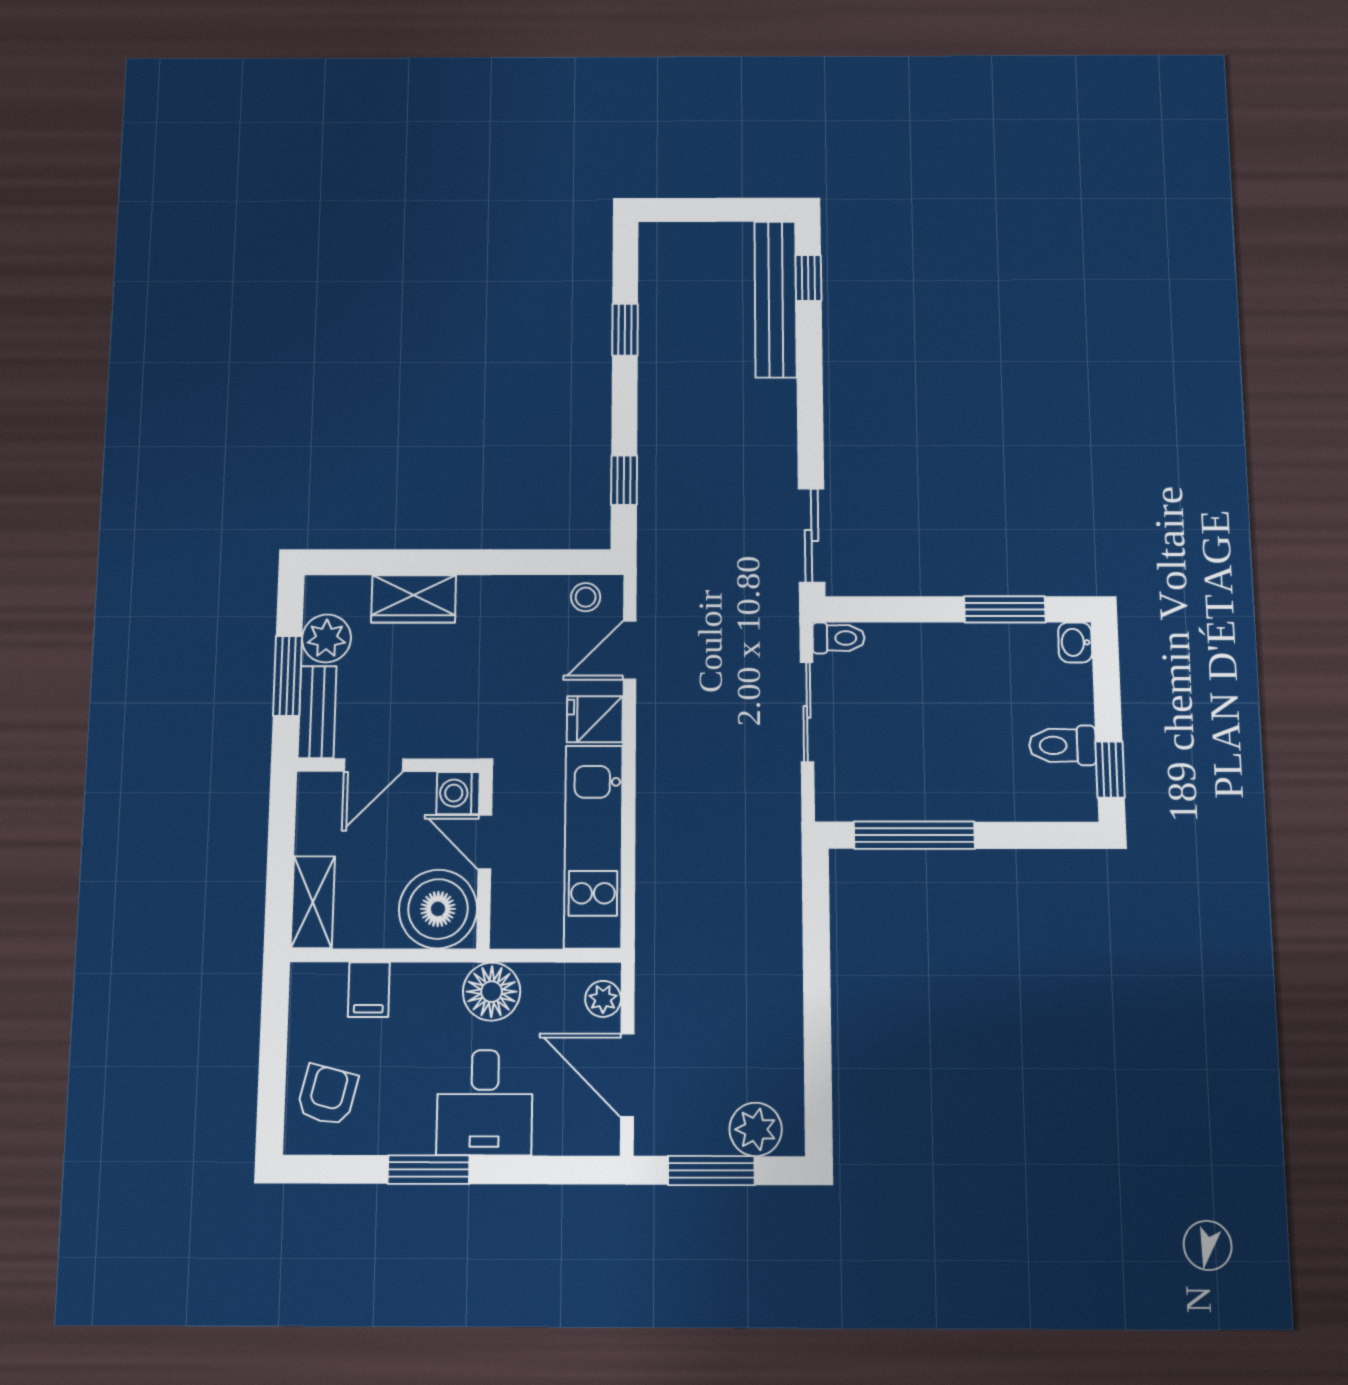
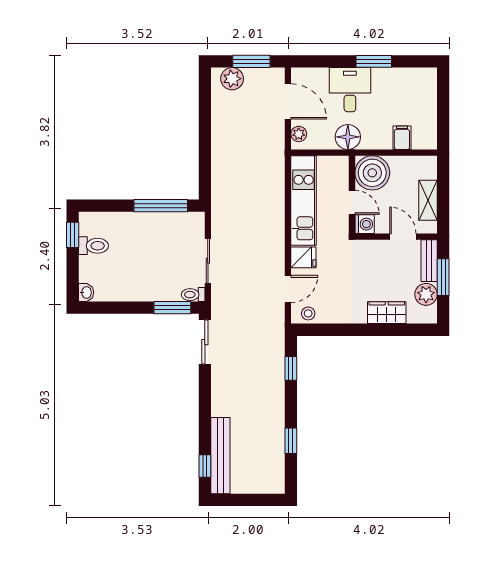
window: (1005, 609) -> (172, 308), moved
door: (373, 765) -> (403, 237), hinge flipped
shelving: (313, 902) -> (428, 200), moved
armchair: (327, 1095) -> (419, 93), removed

